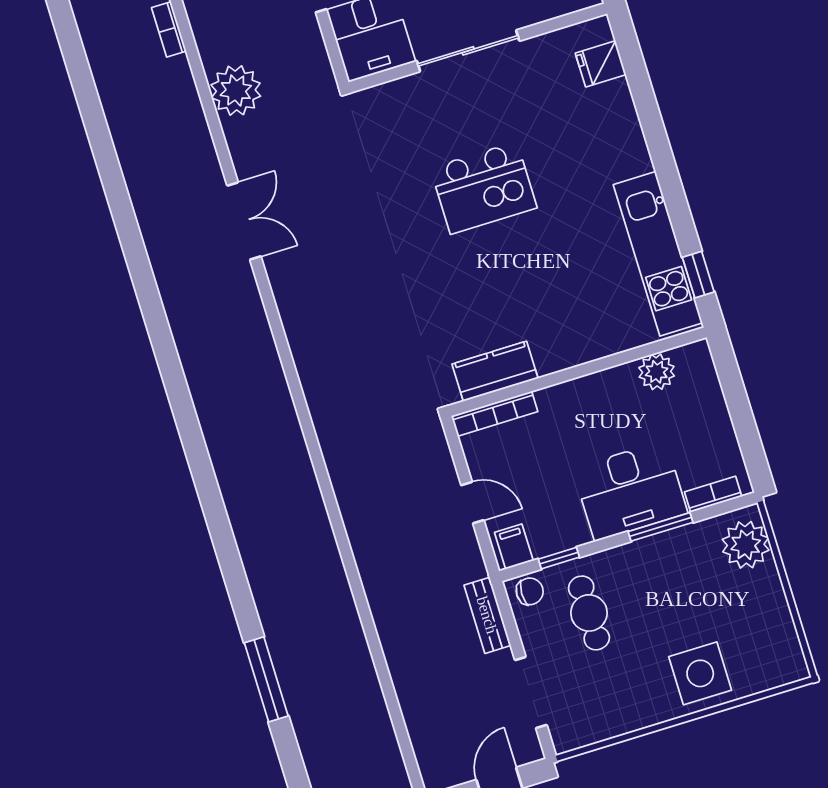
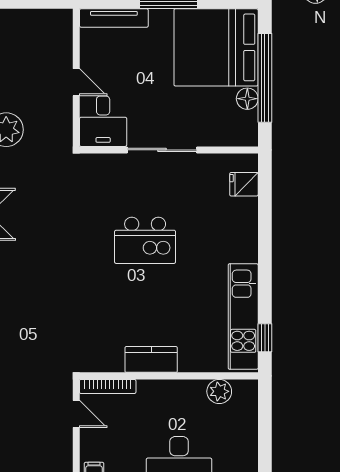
kitchen counter: (495, 371) -> (151, 359), moved
door: (472, 503) -> (76, 414), moved

